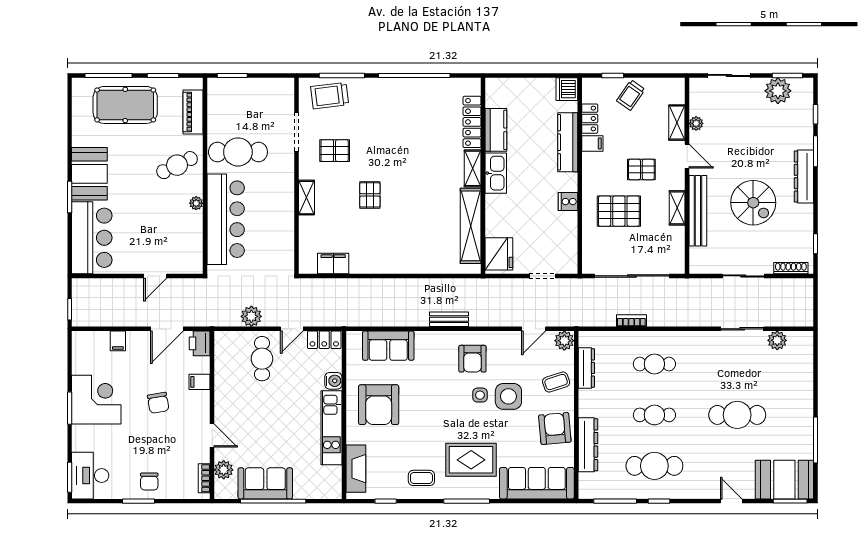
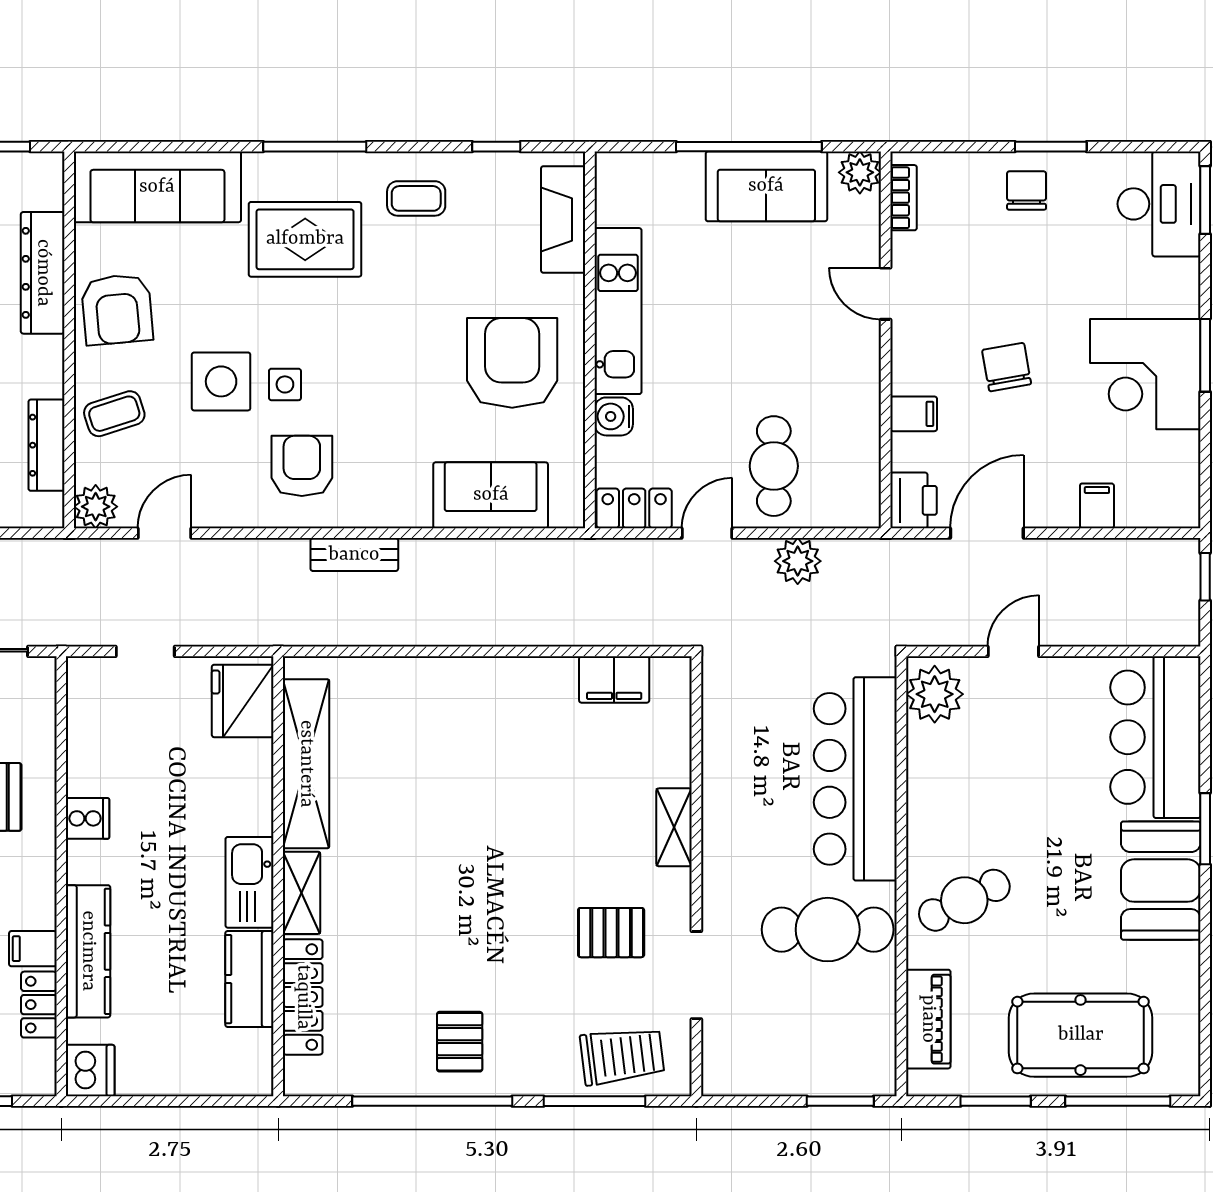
pallet: (370, 195) -> (460, 1042), moved
plant: (196, 203) -> (935, 694), moved, width x1.88, depth x1.88
plant: (224, 470) -> (860, 172), moved

